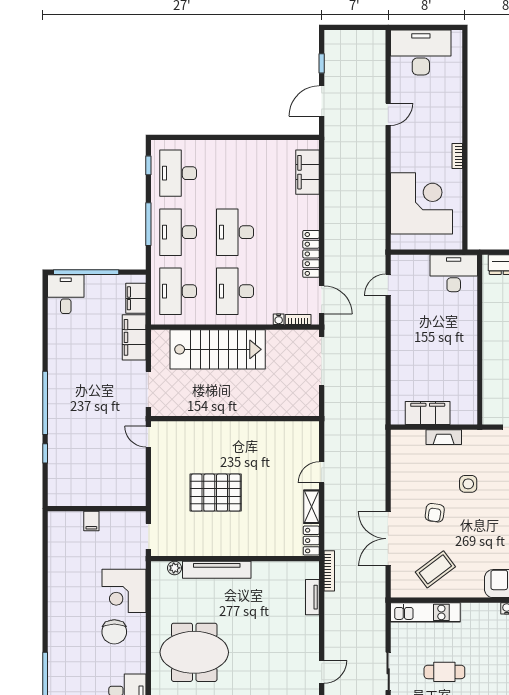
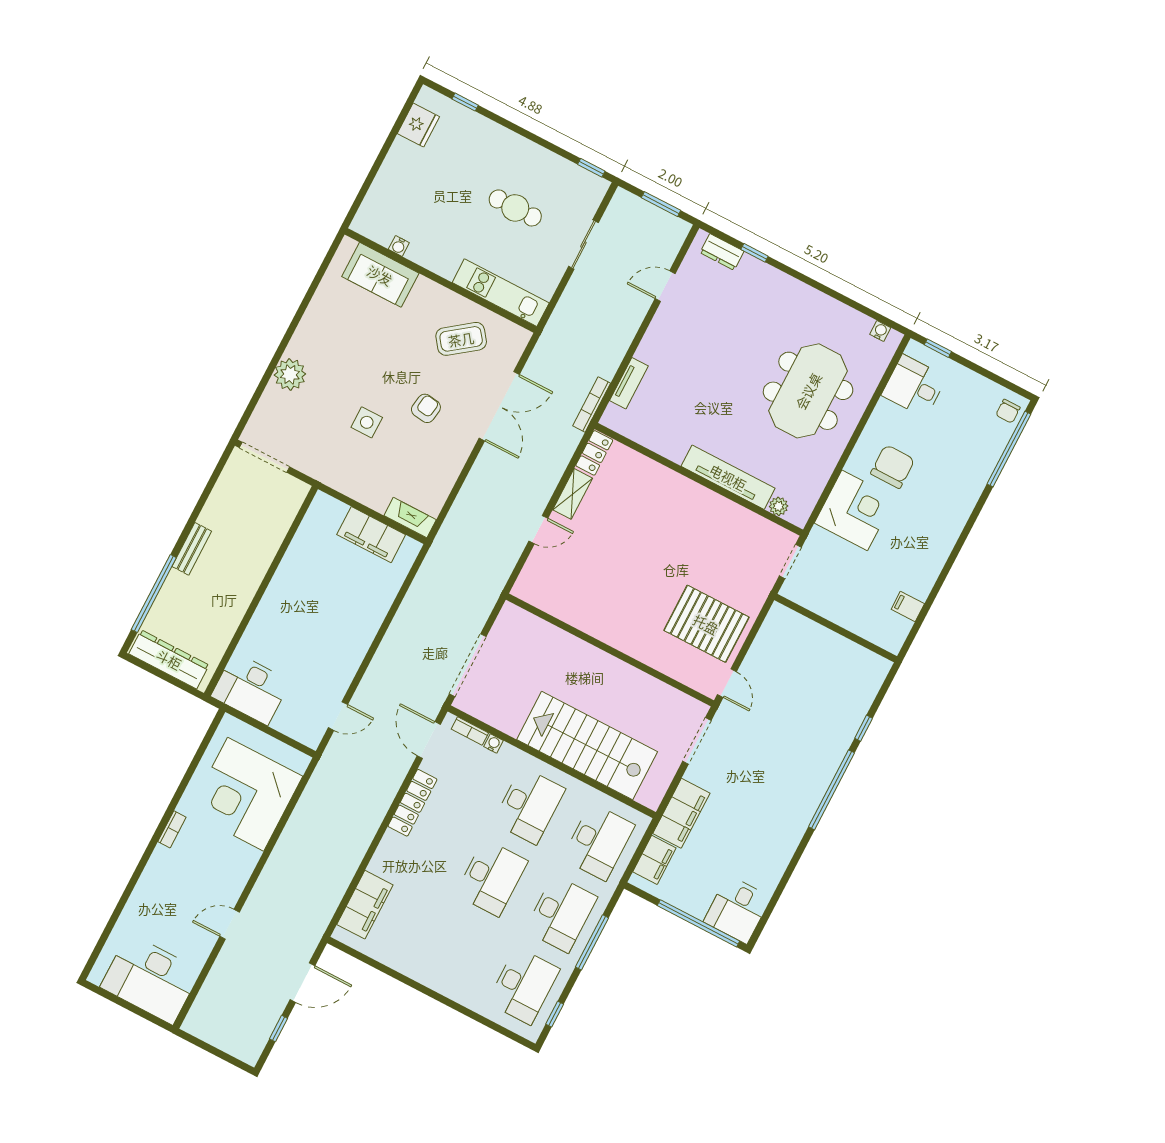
fireplace: (444, 437) -> (410, 518), moved
pallet: (216, 493) -> (706, 624), moved
filing cabinet: (91, 521) -> (908, 606), moved, turned -90
meeting table: (194, 652) -> (808, 391), turned 90

